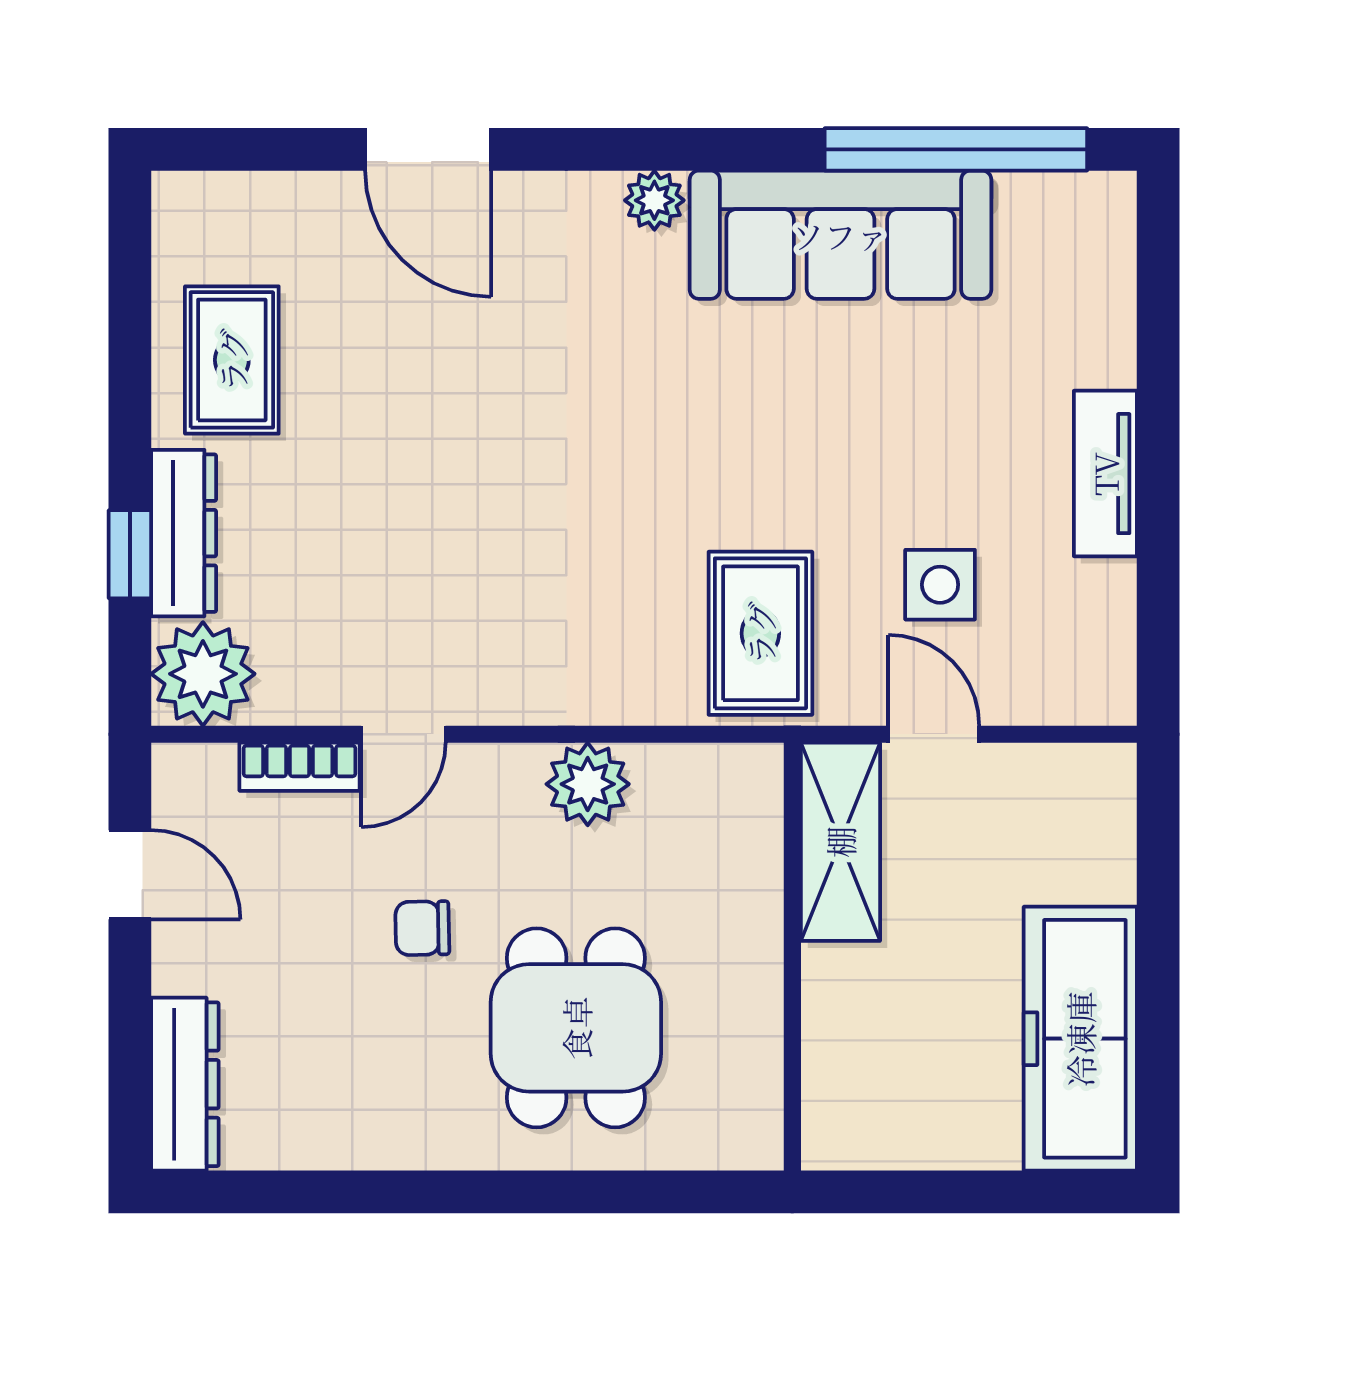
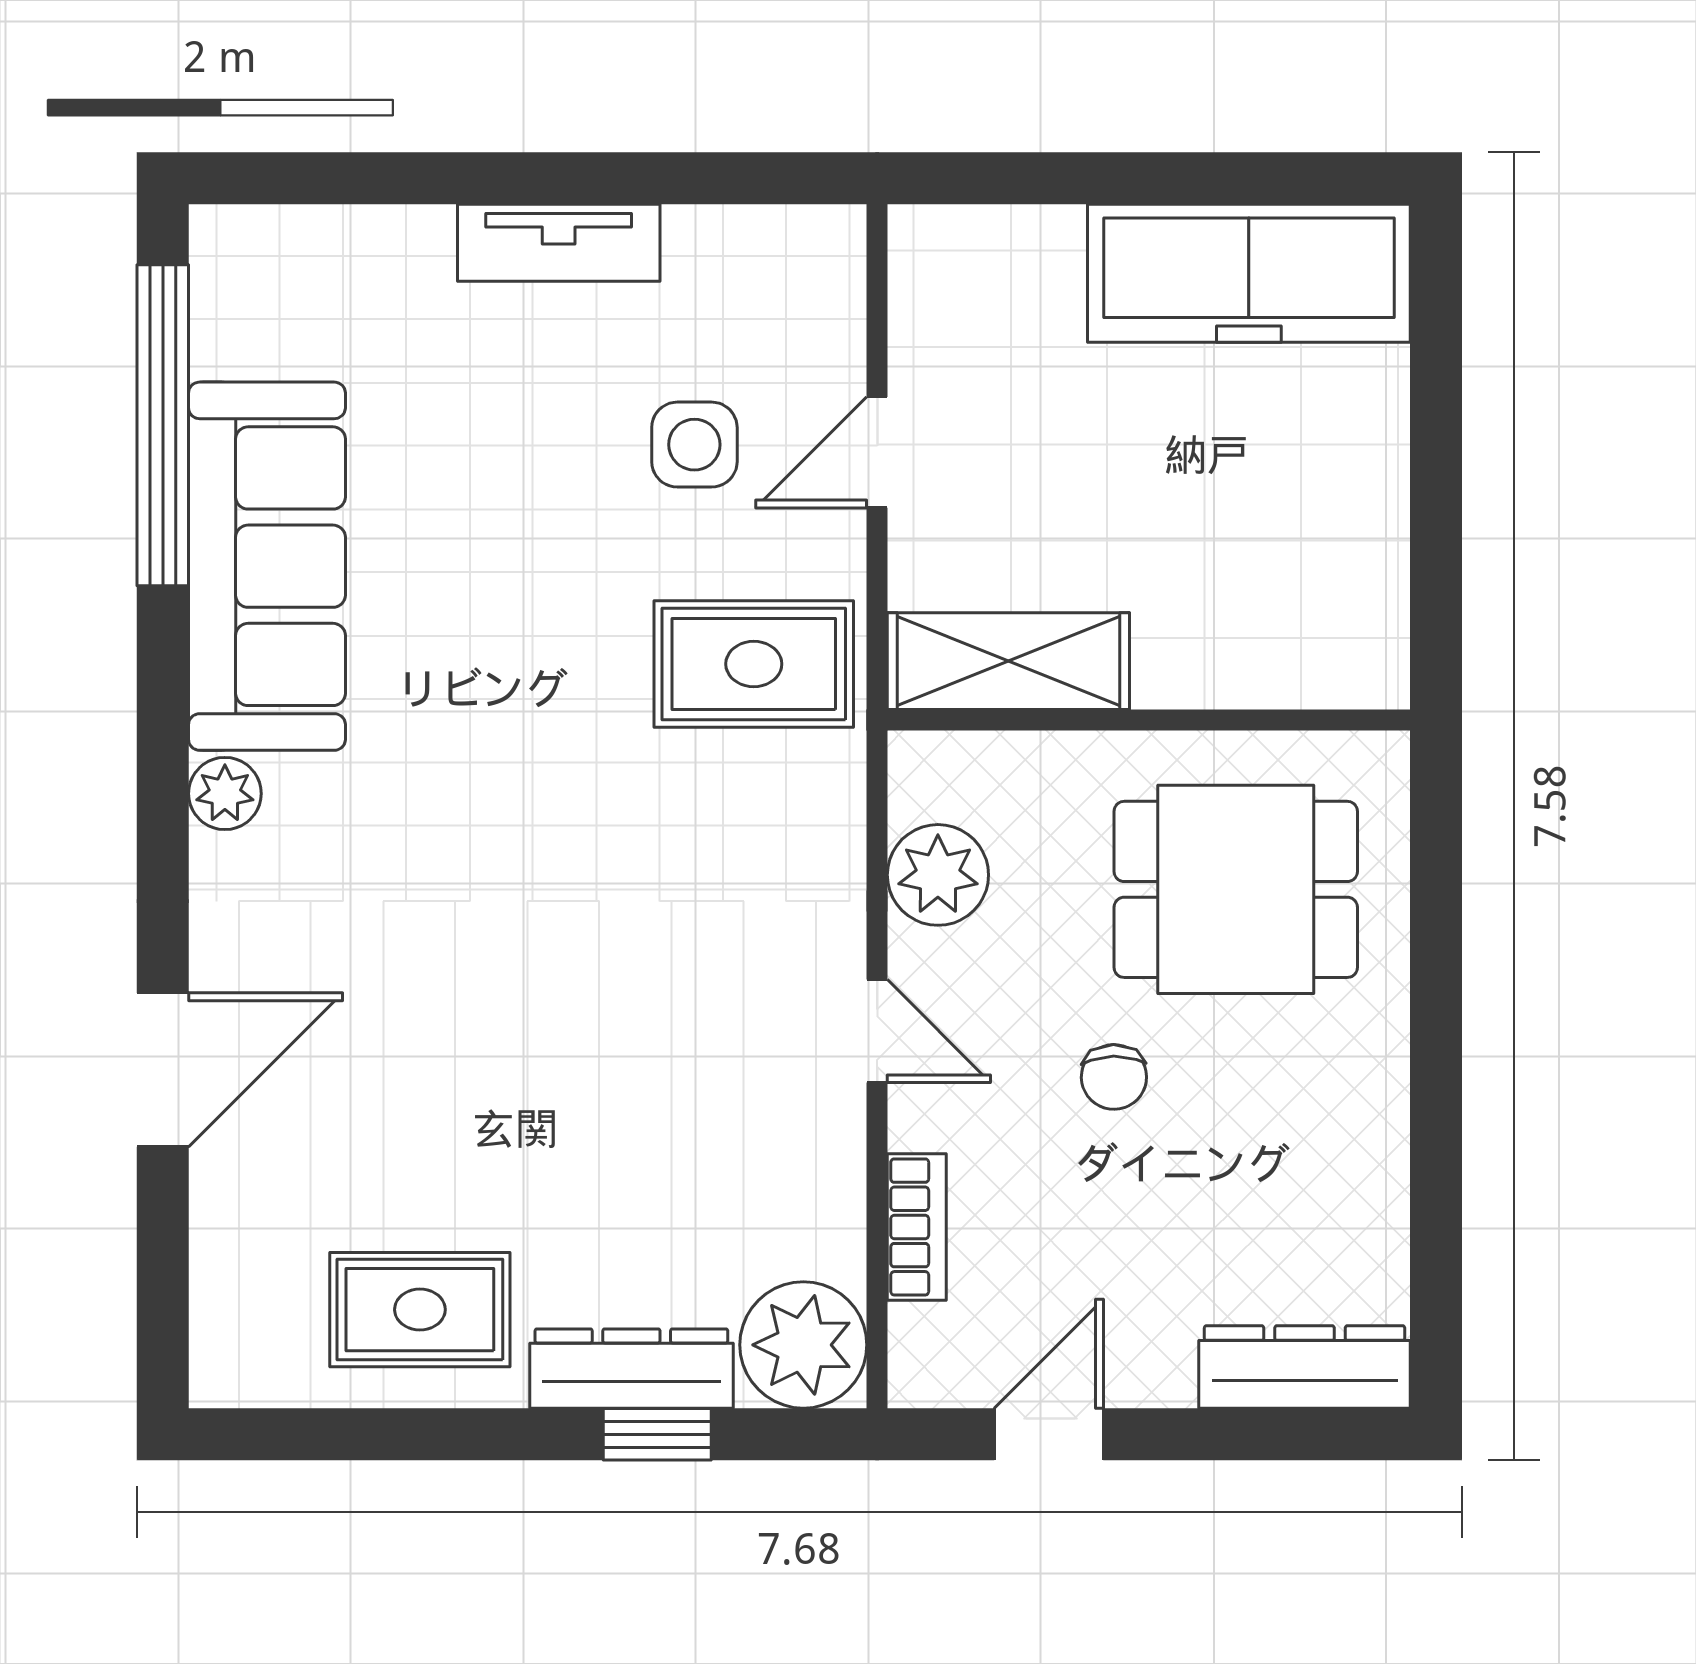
door: (403, 734) -> (877, 1031), moved
shelving: (840, 842) -> (1008, 661), moved
wall: (792, 957) -> (1149, 720), moved

